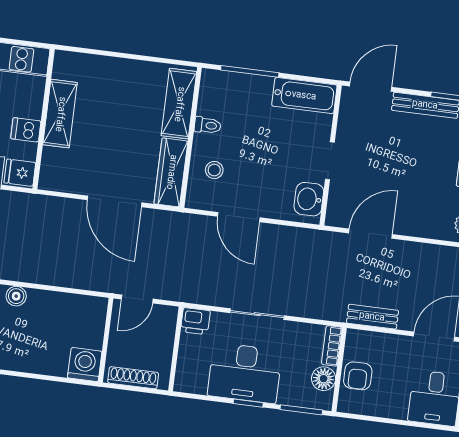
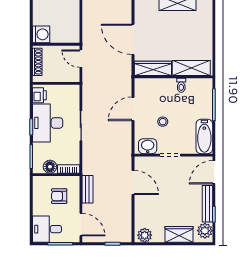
door: (371, 87) -> (214, 172), swing flipped
stool: (214, 170) -> (163, 122), moved
door: (114, 201) -> (133, 39), hinge flipped
printer: (195, 321) -> (39, 95), moved, turned 180
armchair: (358, 376) -> (59, 196), moved

